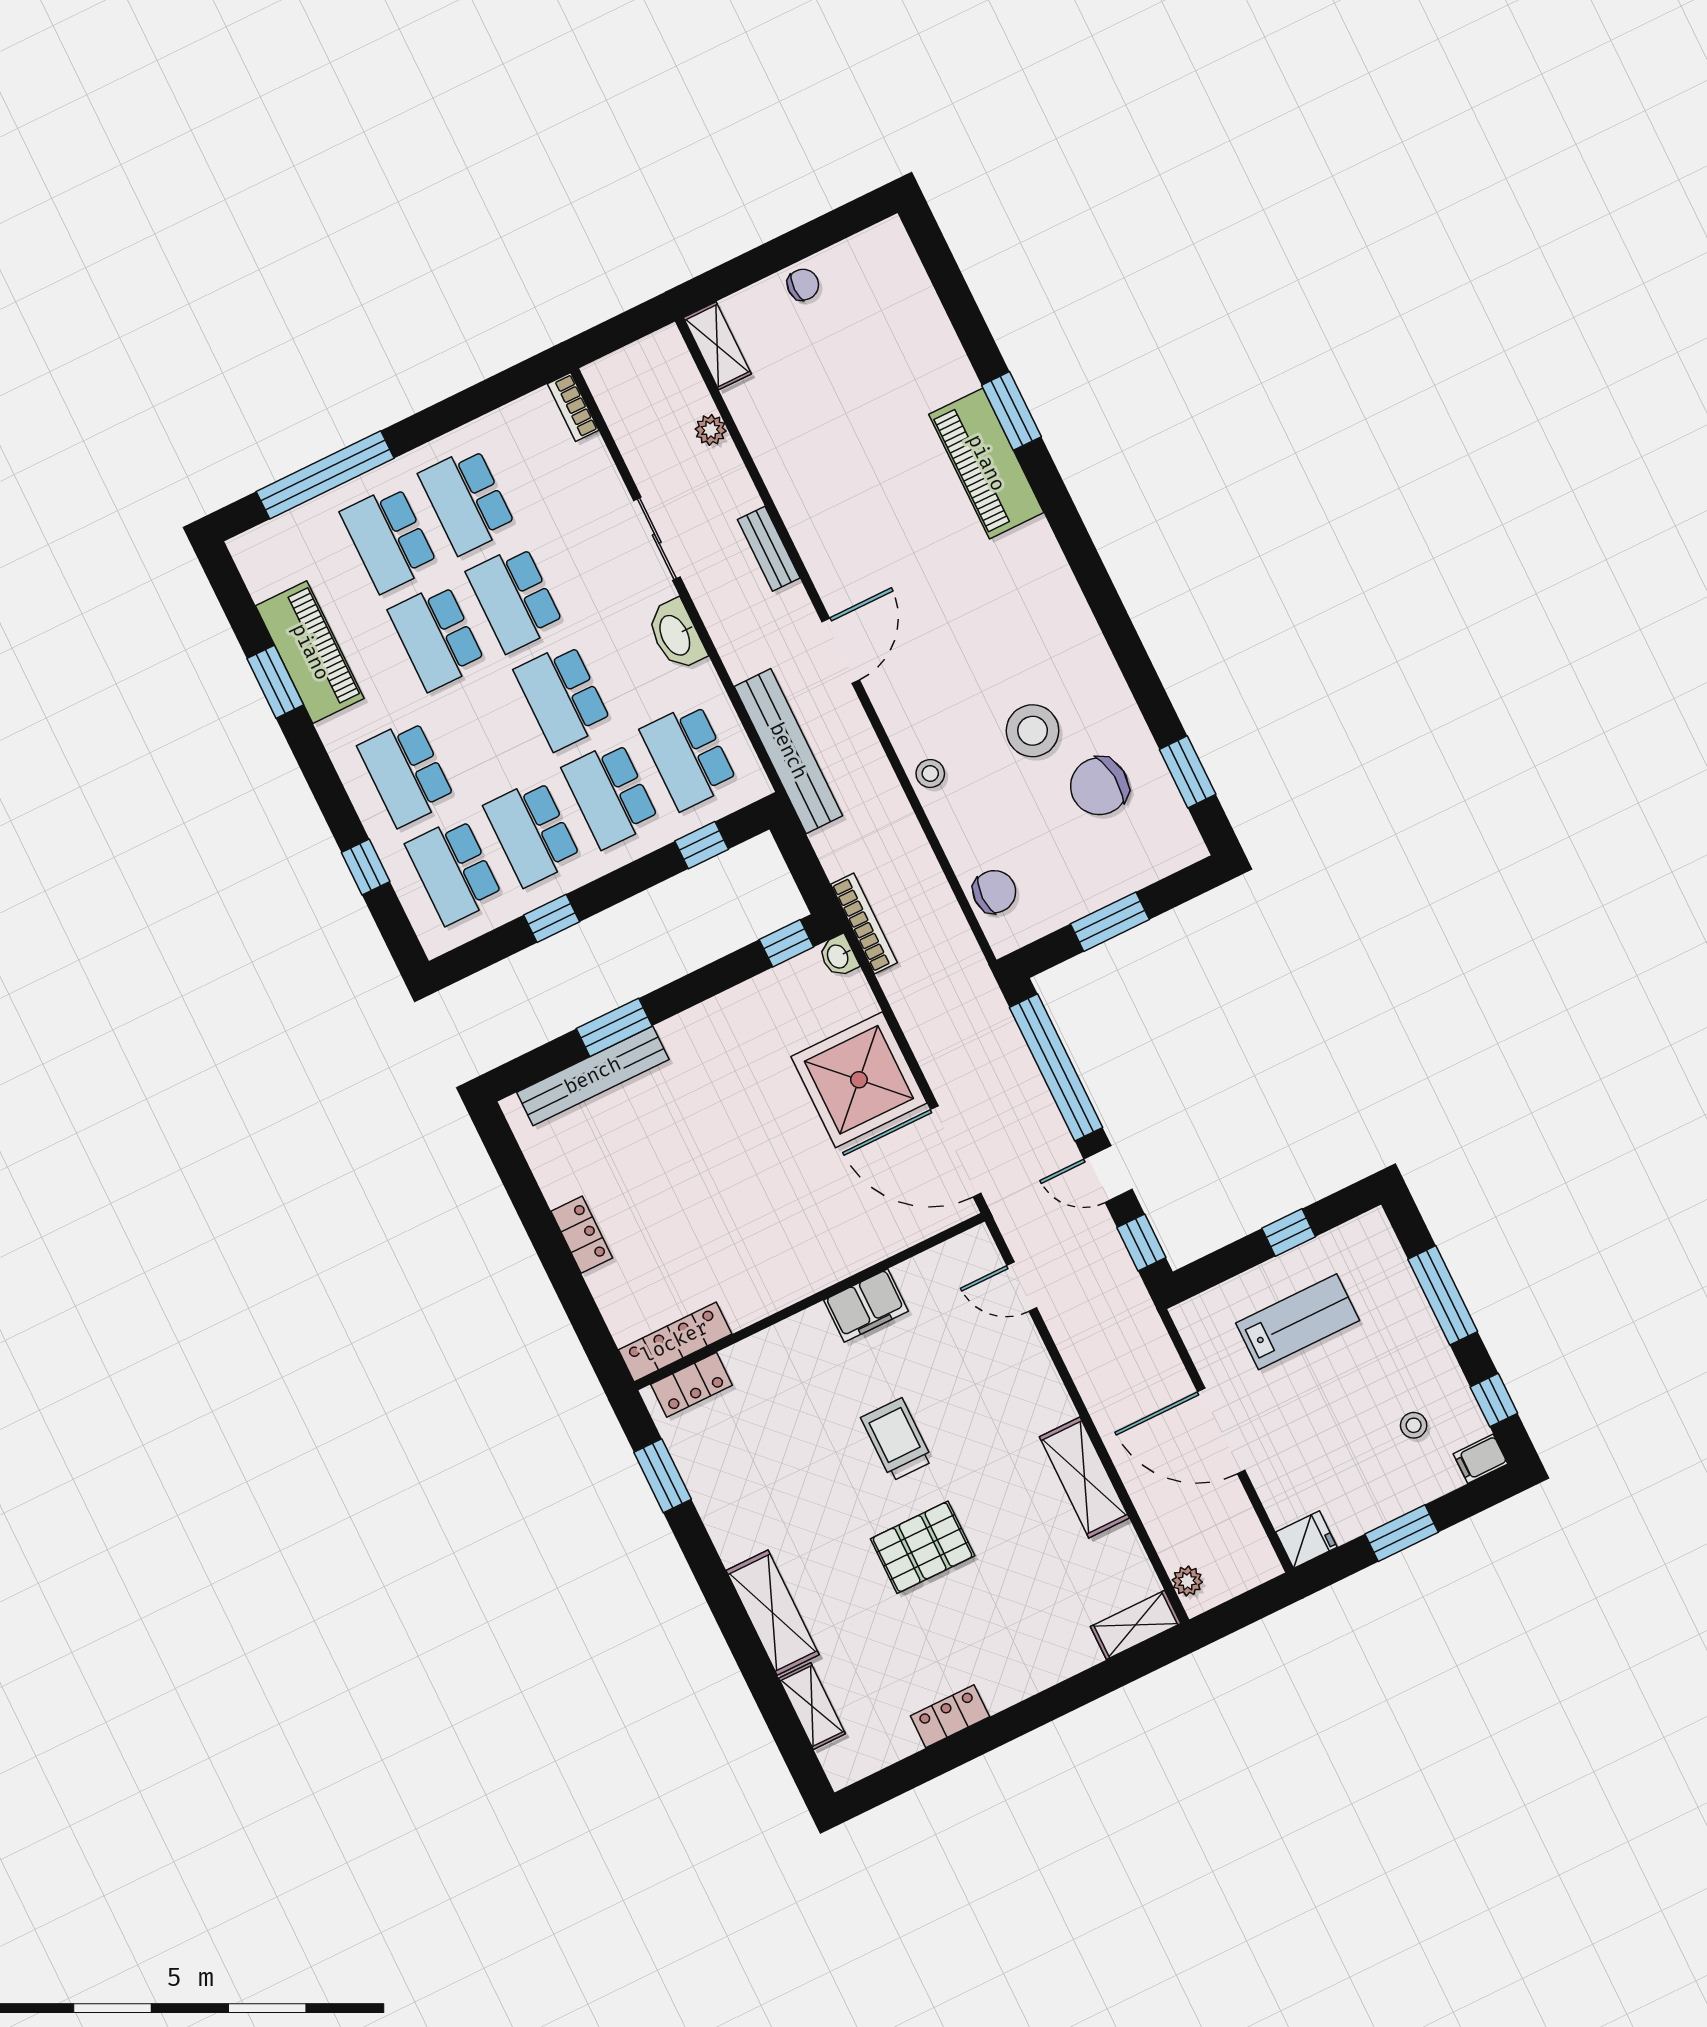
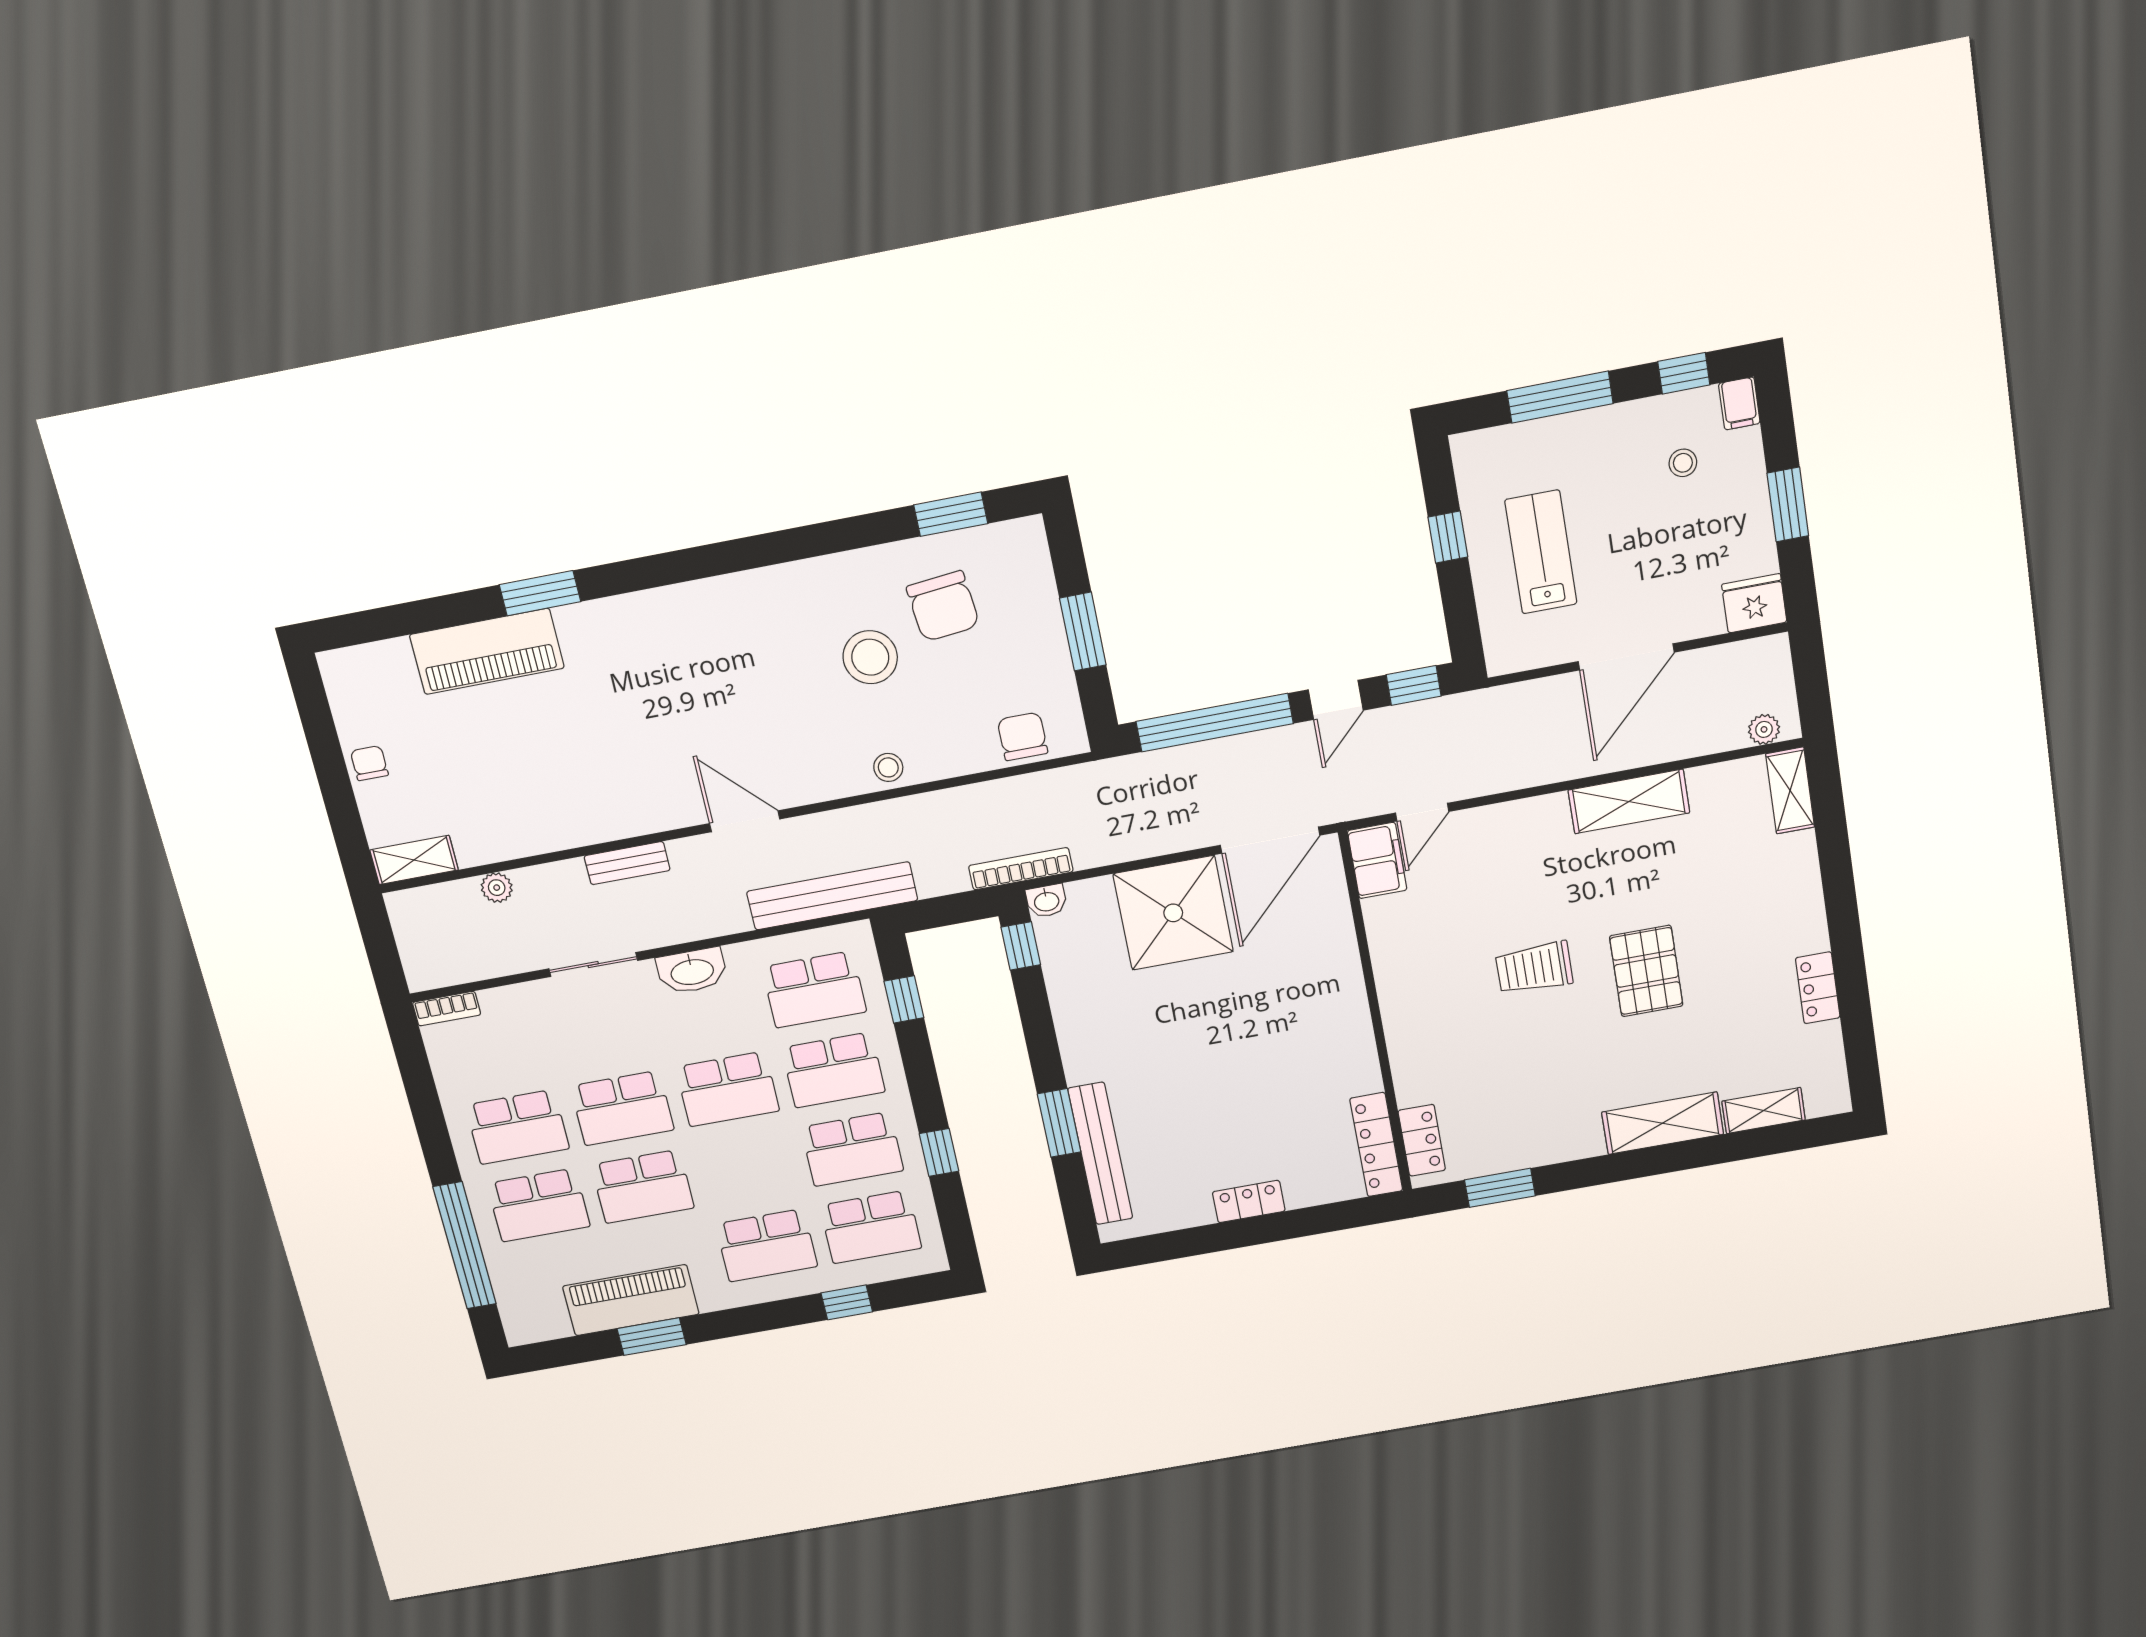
piano: (986, 463) -> (487, 651), moved
filing cabinet: (866, 1306) -> (1377, 860), moved
fridge: (1306, 1540) -> (1754, 603), width x1.38

